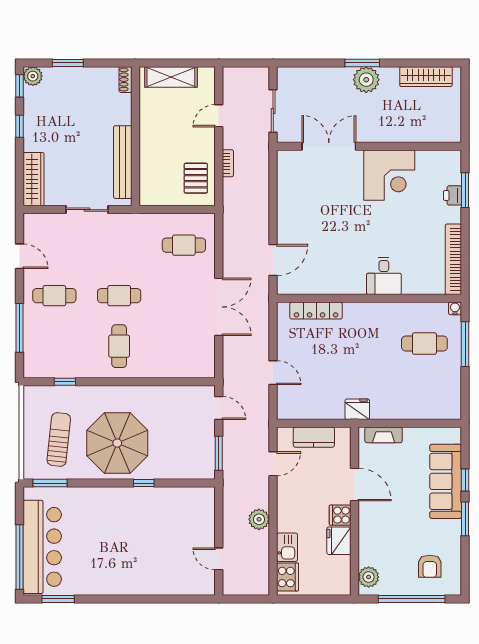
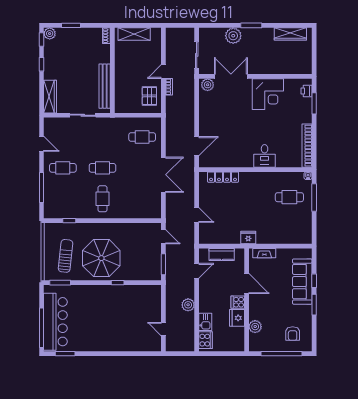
plant: (366, 80) -> (233, 36), moved
door: (219, 116) -> (163, 71), moved
plant: (291, 160) -> (208, 85), added
printer: (453, 195) -> (307, 91), moved
plant: (369, 577) -> (255, 327), moved

